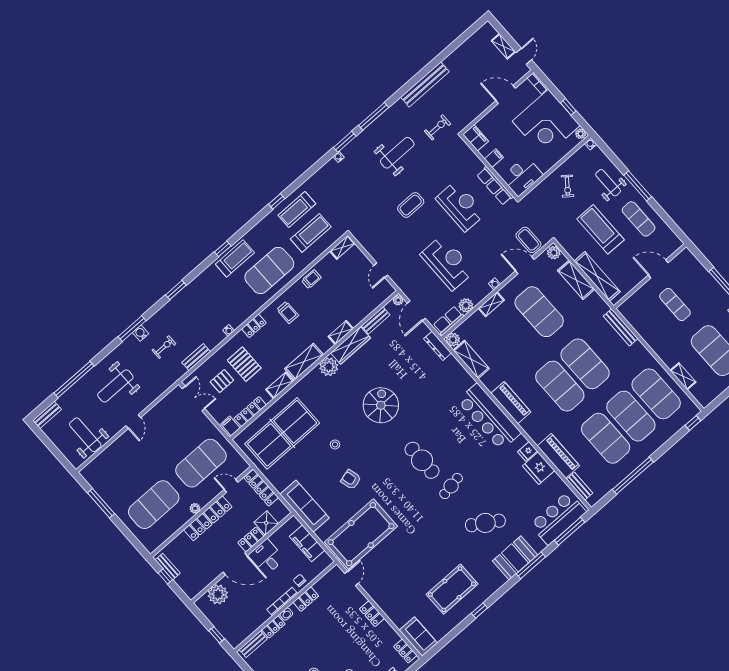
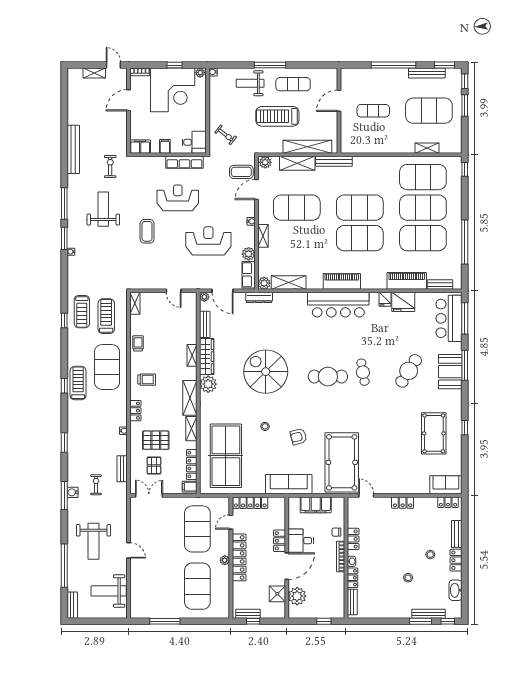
desk: (522, 176) -> (194, 142), width x0.73
exercise bike: (567, 186) -> (226, 135), moved
bench: (621, 327) -> (334, 161), moved
spiral stairs: (381, 405) -> (266, 372), width x1.37, depth x1.37
shower: (266, 523) -> (277, 594), moved

